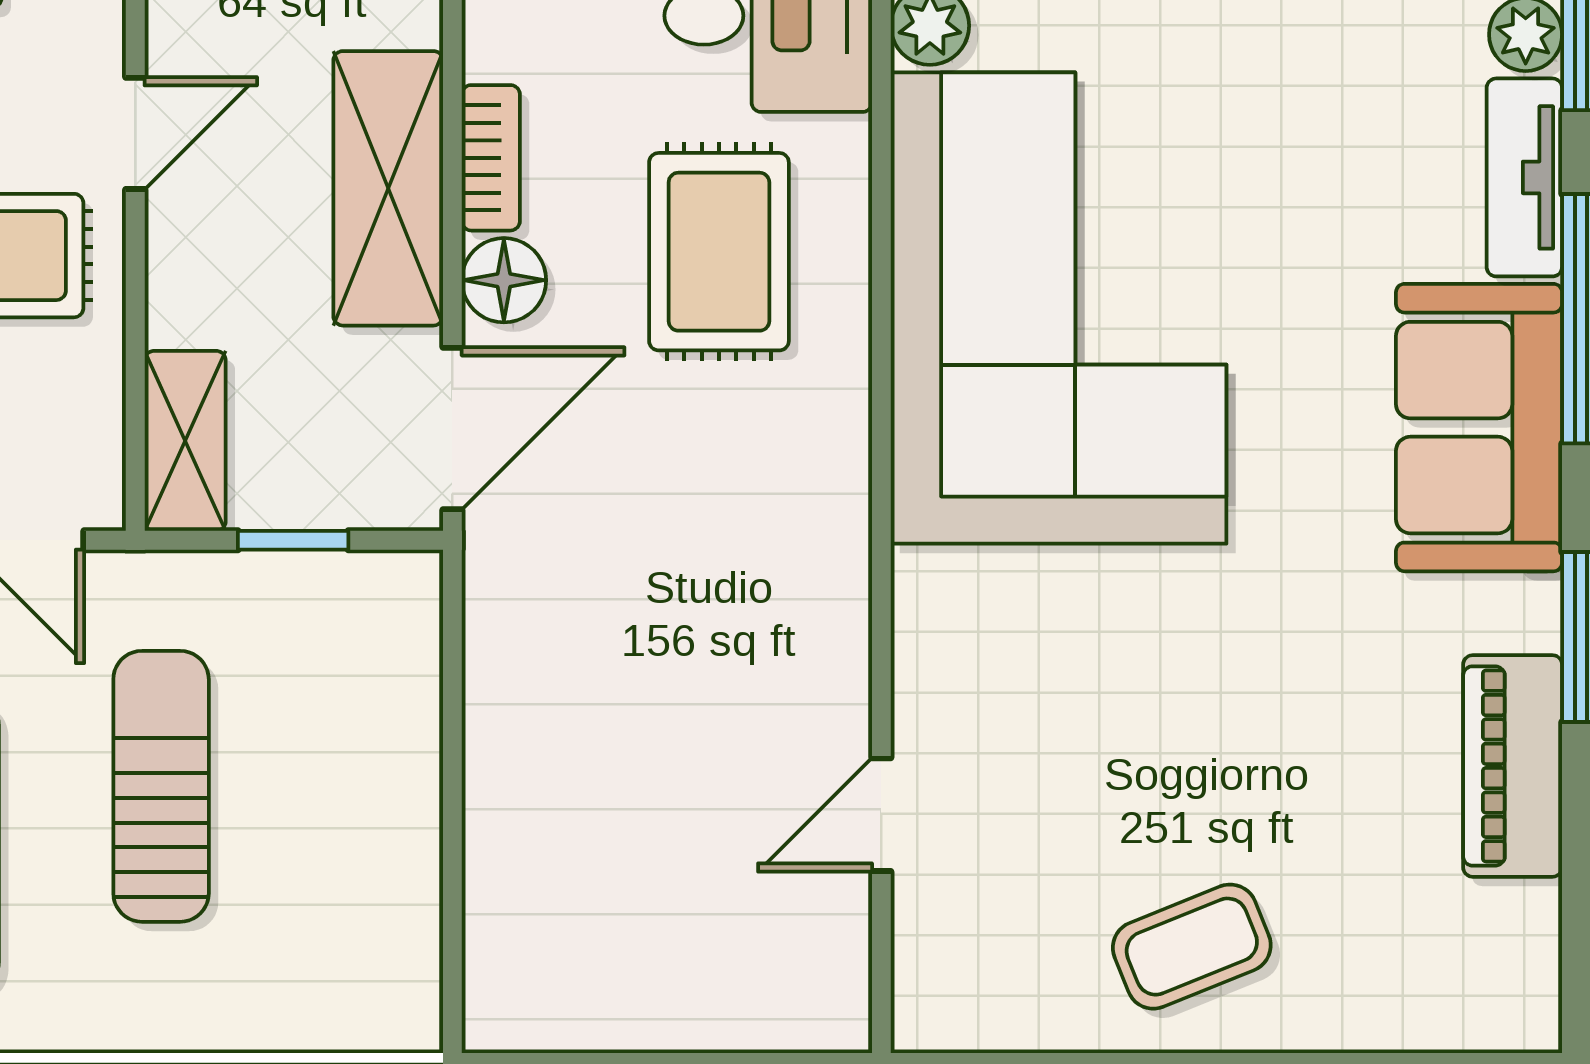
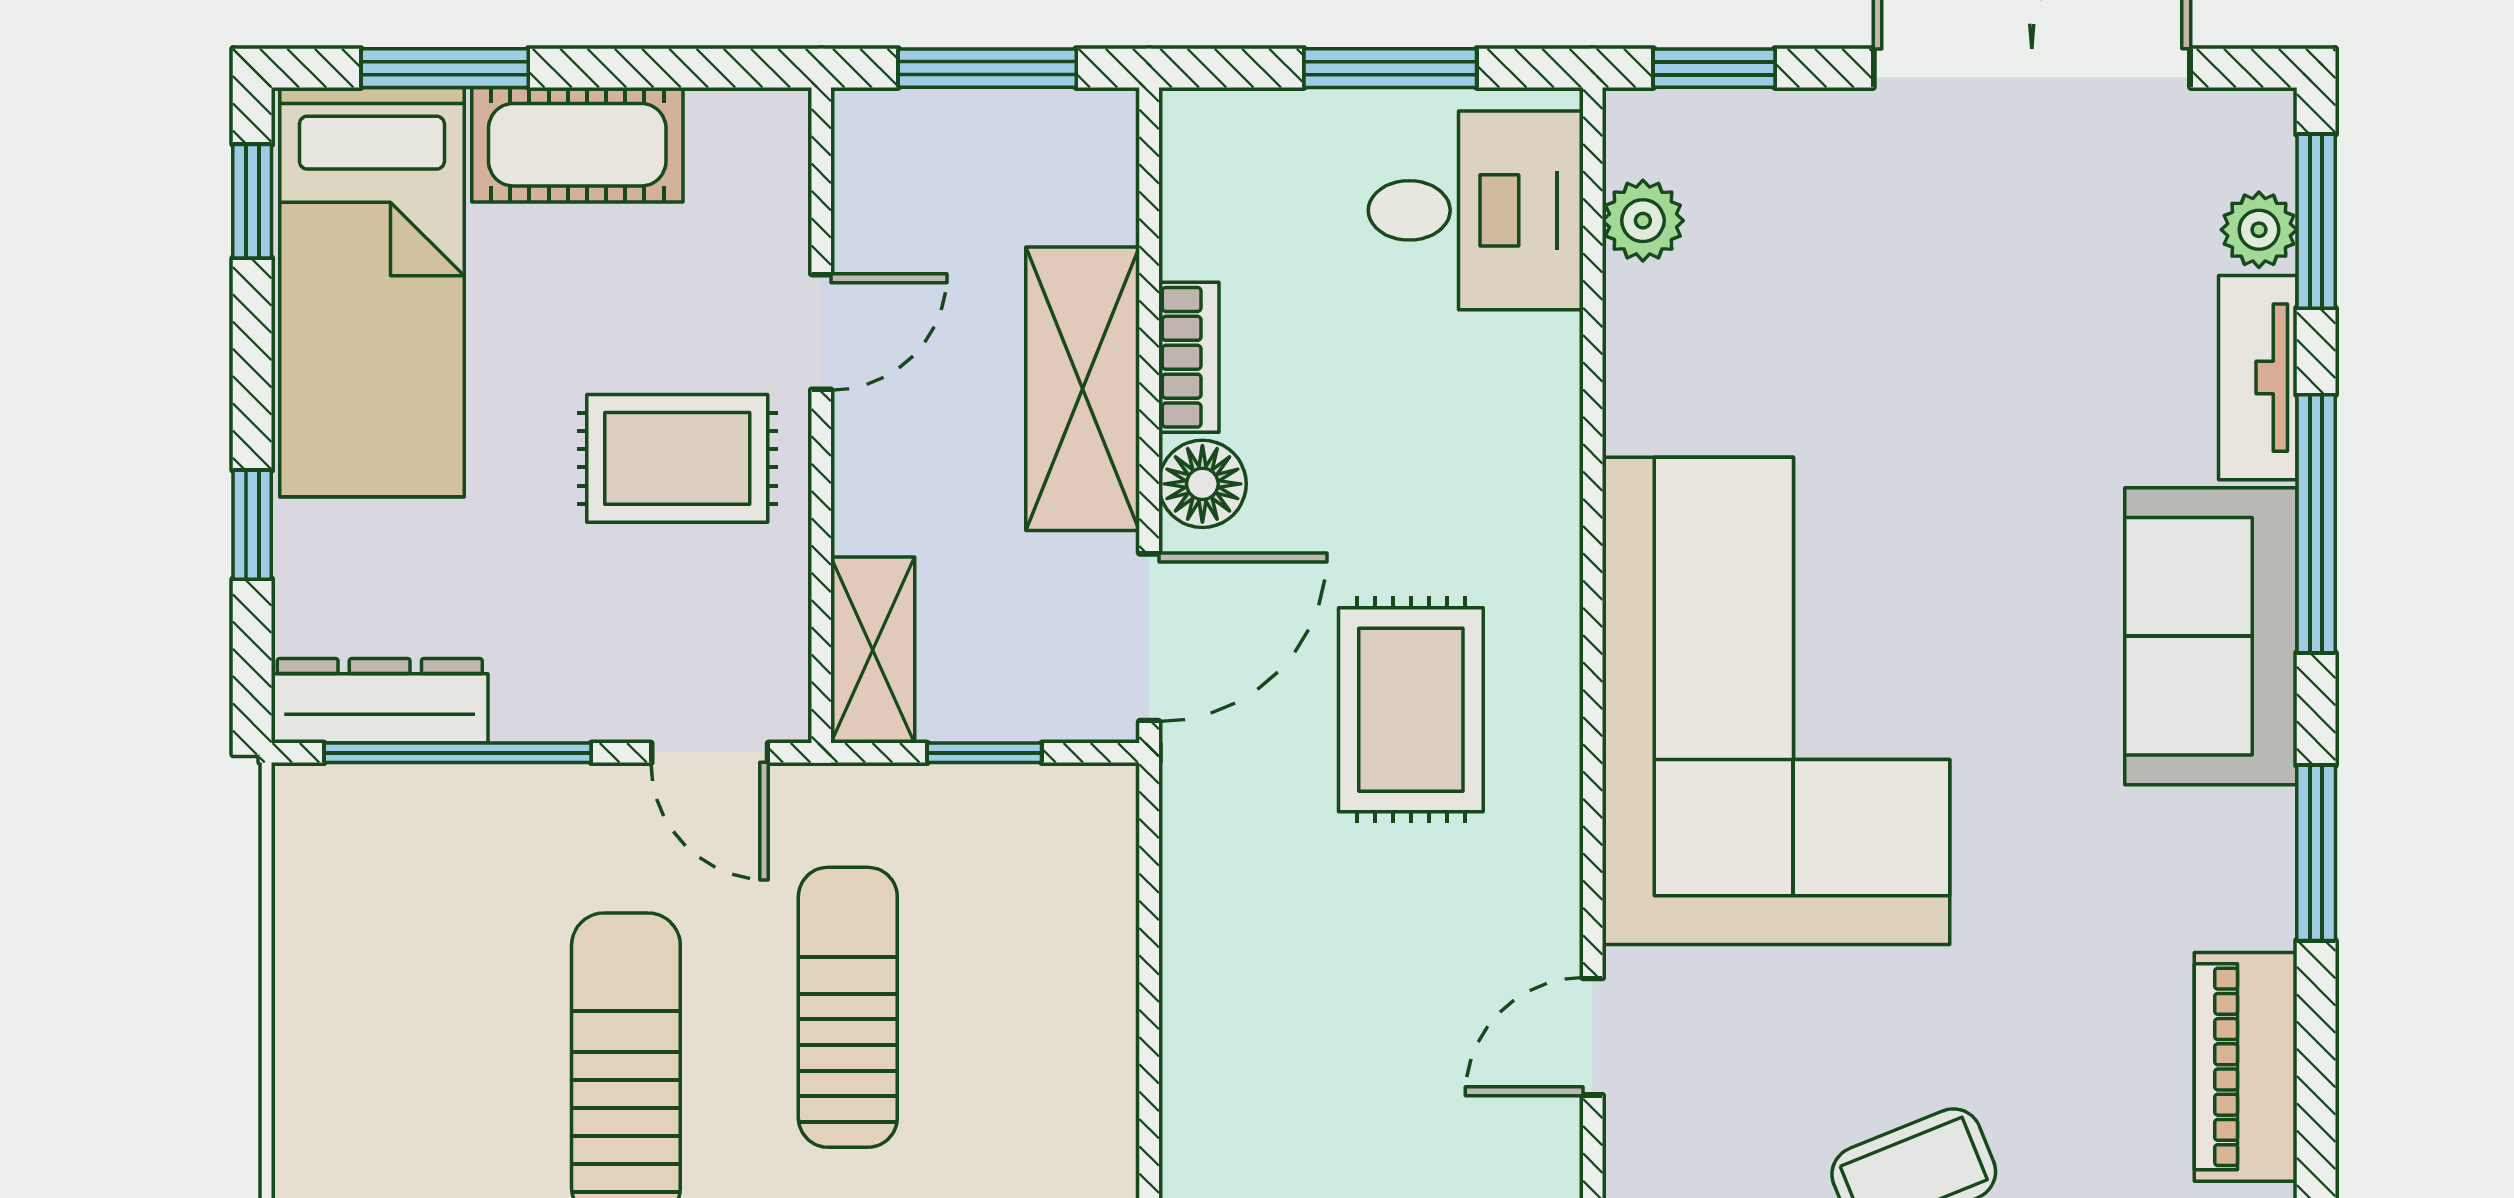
rug: (719, 252) -> (1411, 710), moved
corner sofa: (1059, 308) -> (1776, 701), moved
piano: (1513, 766) -> (2246, 1067), moved

